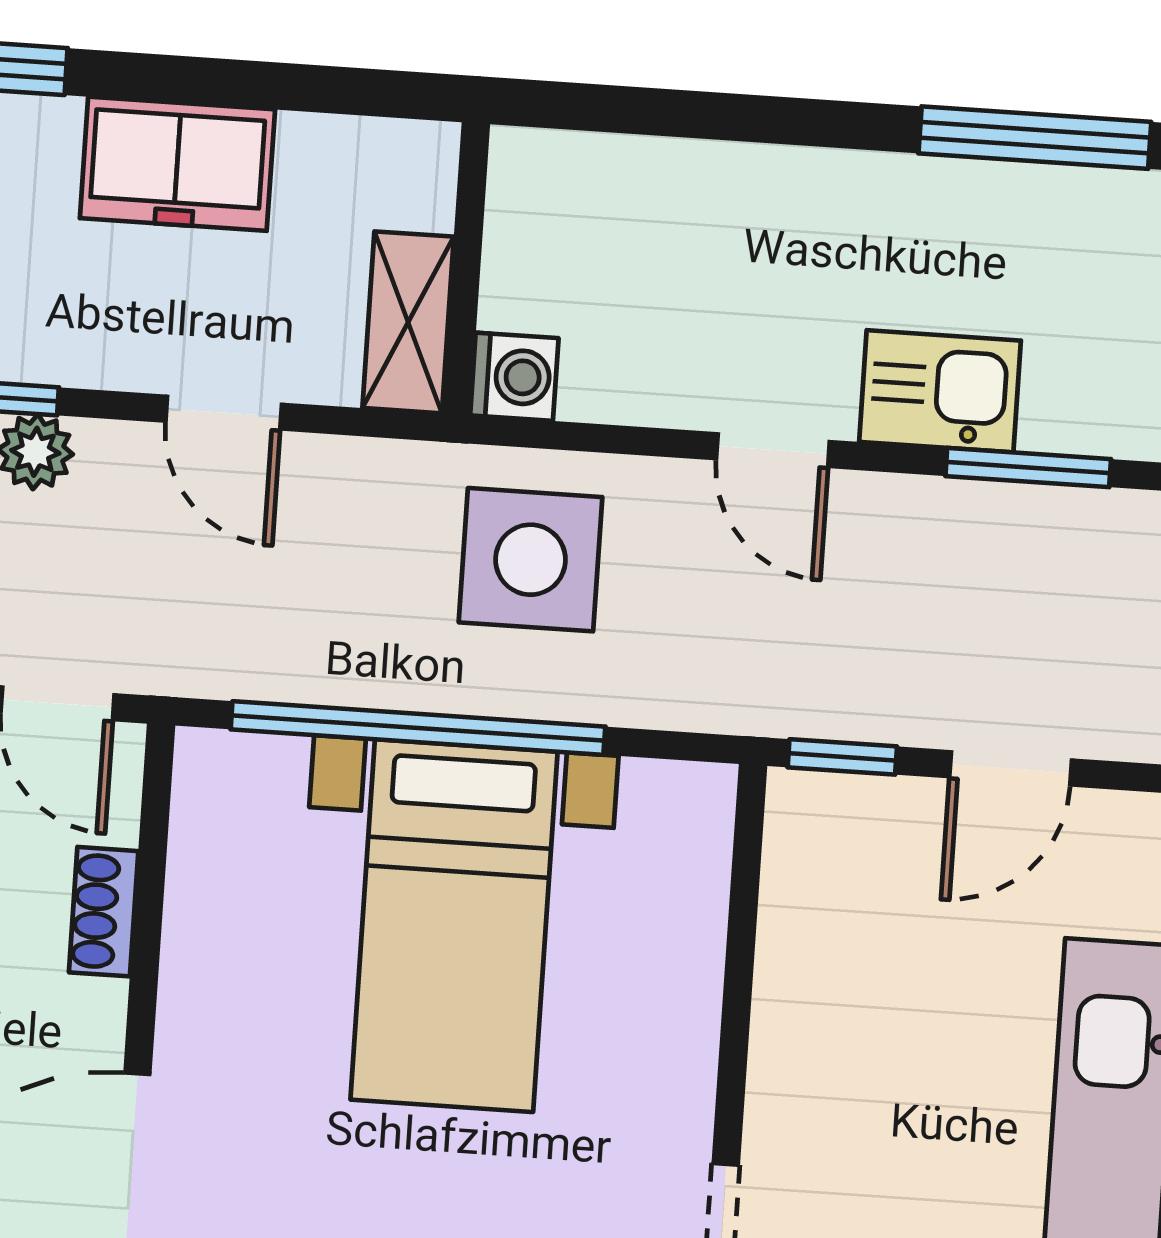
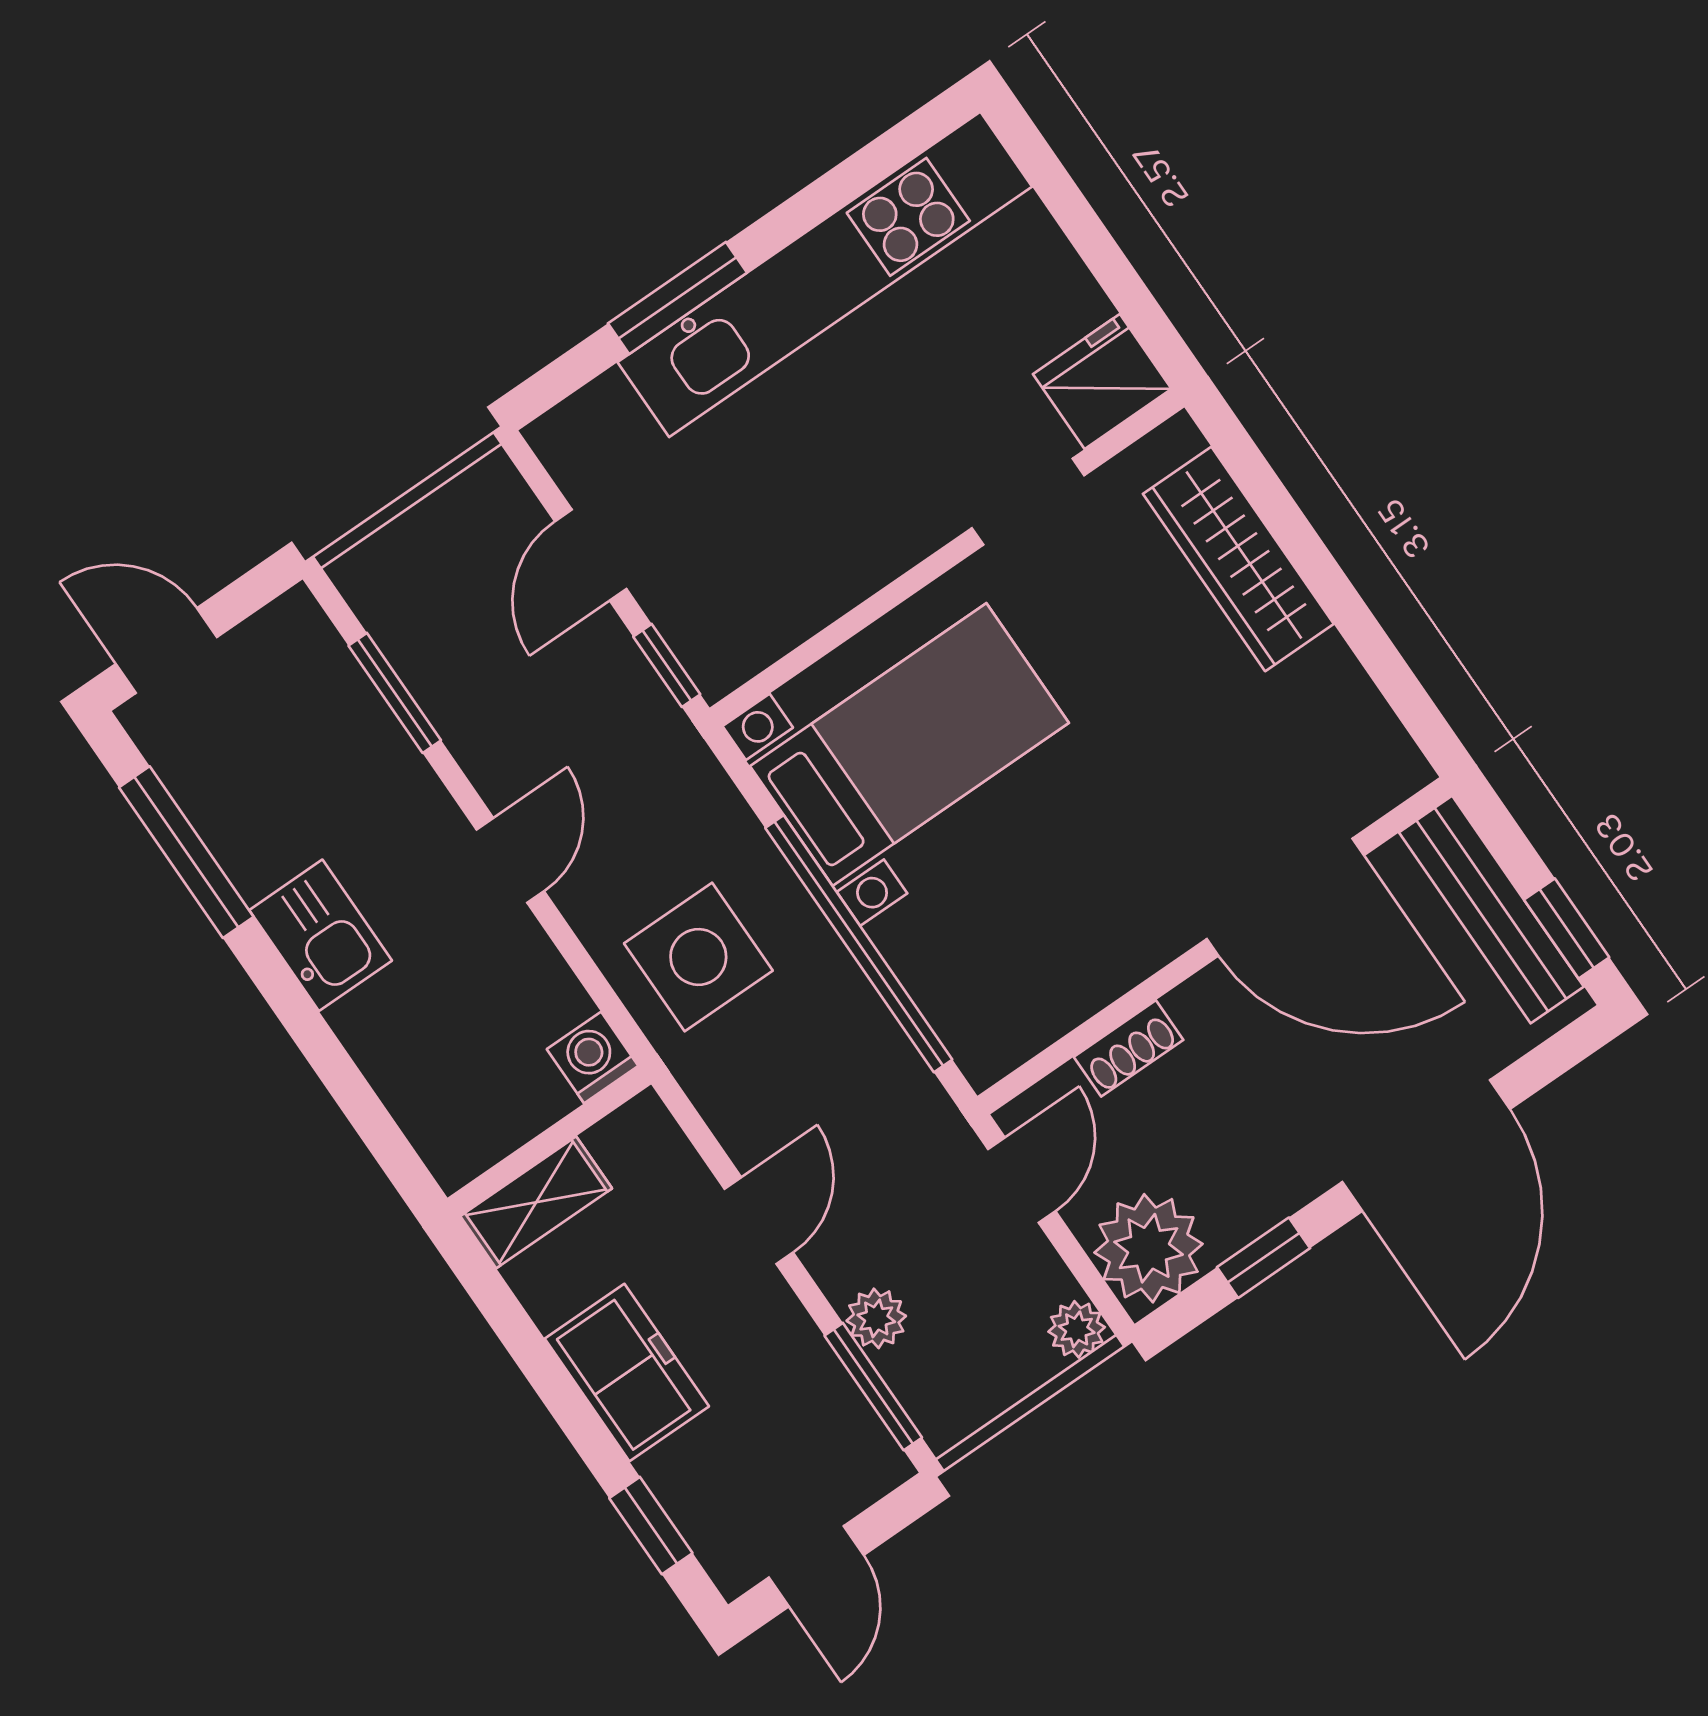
shelving: (408, 322) -> (536, 1202), moved
kitchen sink: (940, 391) -> (321, 935), moved, turned 180
door: (1011, 768) -> (591, 555), swing flipped
bed with nightstands: (454, 926) -> (909, 745), moved

